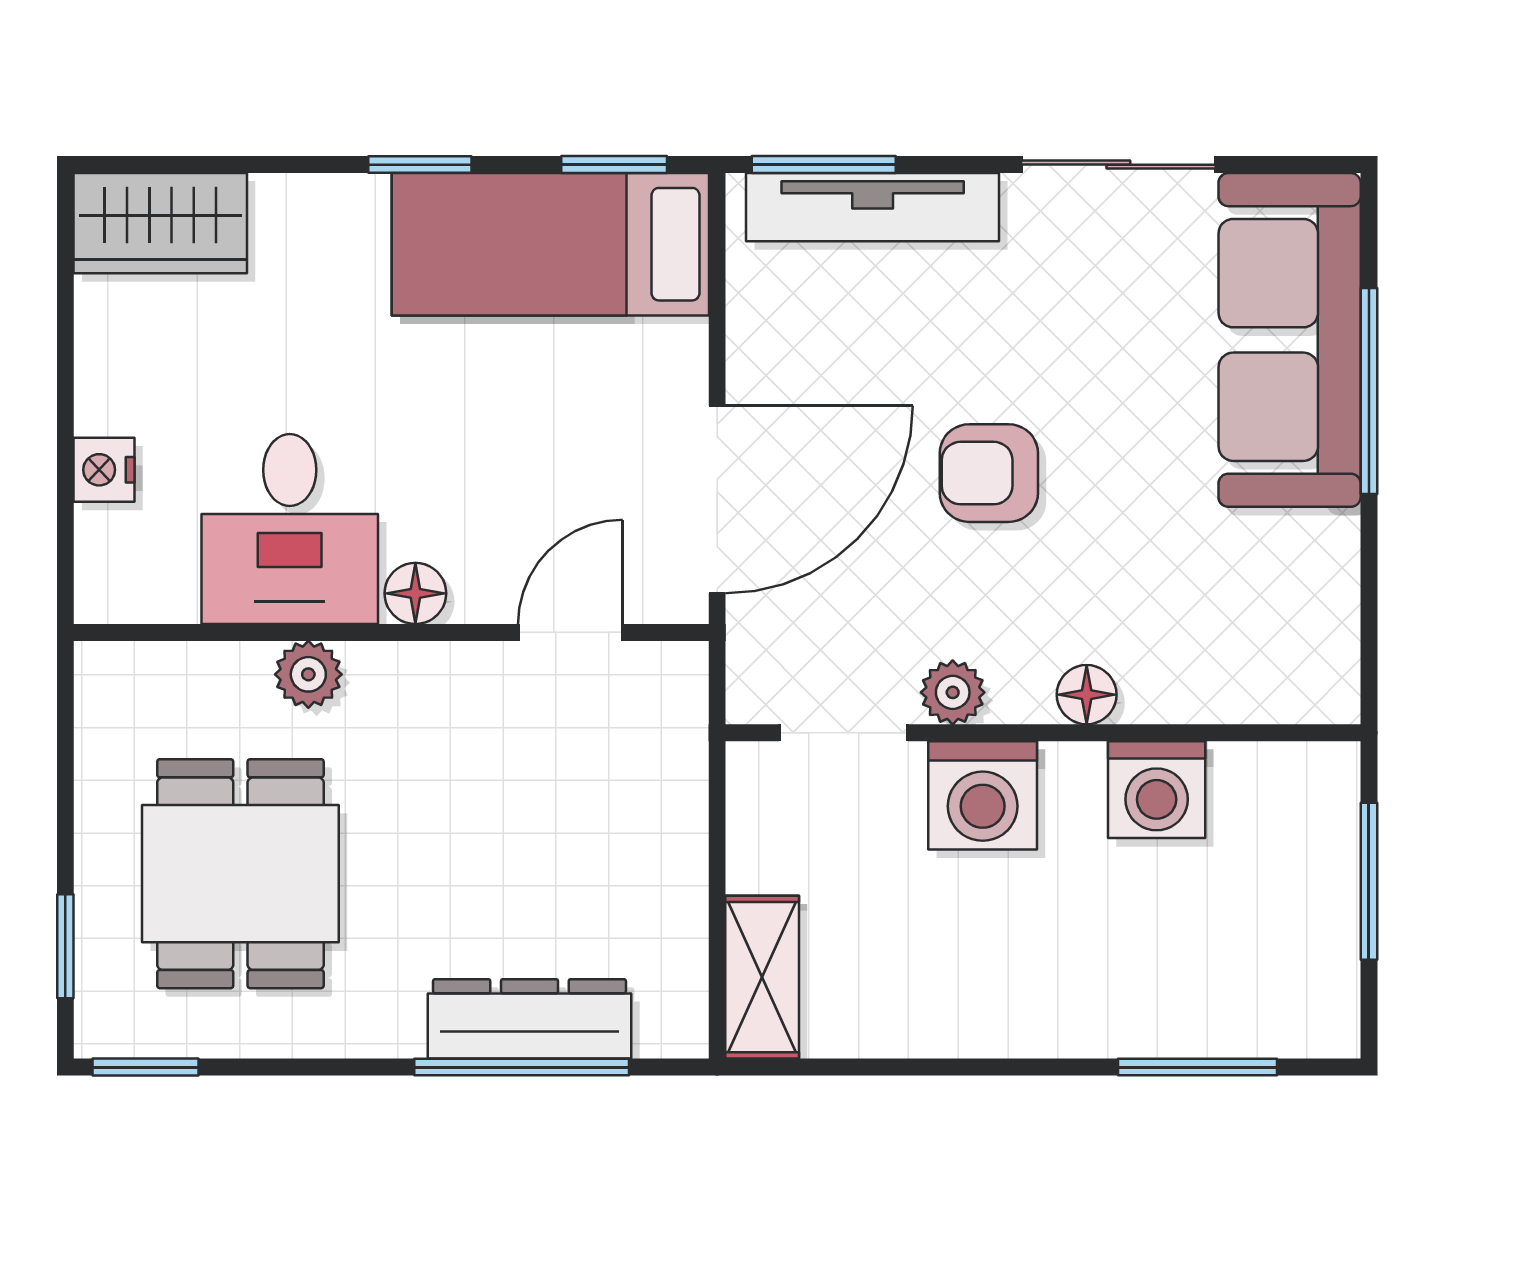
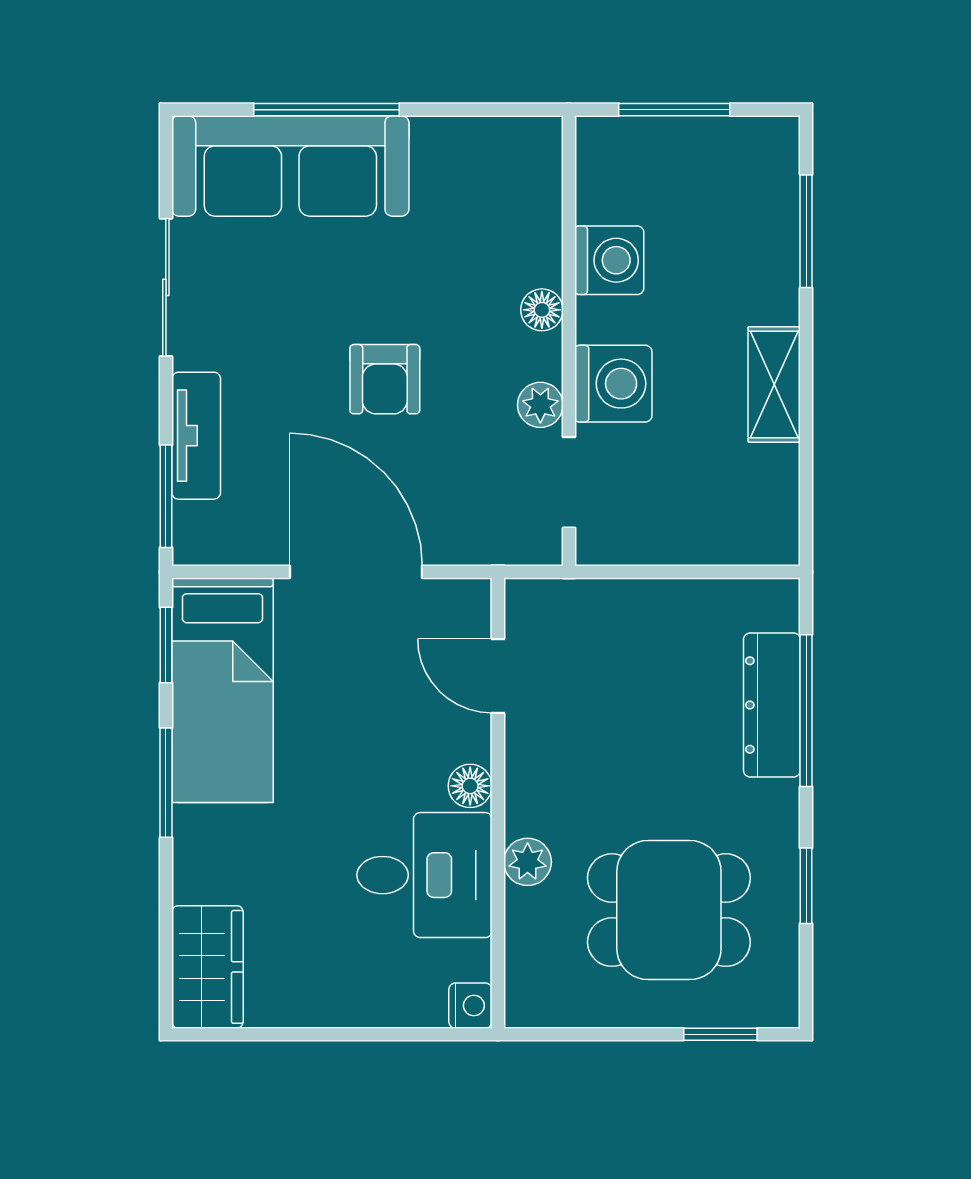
window: (420, 165) -> (166, 783), width x1.50
tv unit: (873, 207) -> (196, 436), width x0.71
nightstand: (104, 470) -> (470, 1006), moved, turned -90
door: (717, 500) -> (356, 572), moved
shelving: (762, 977) -> (774, 384), moved, turned 90
window: (145, 1067) -> (806, 886), moved

